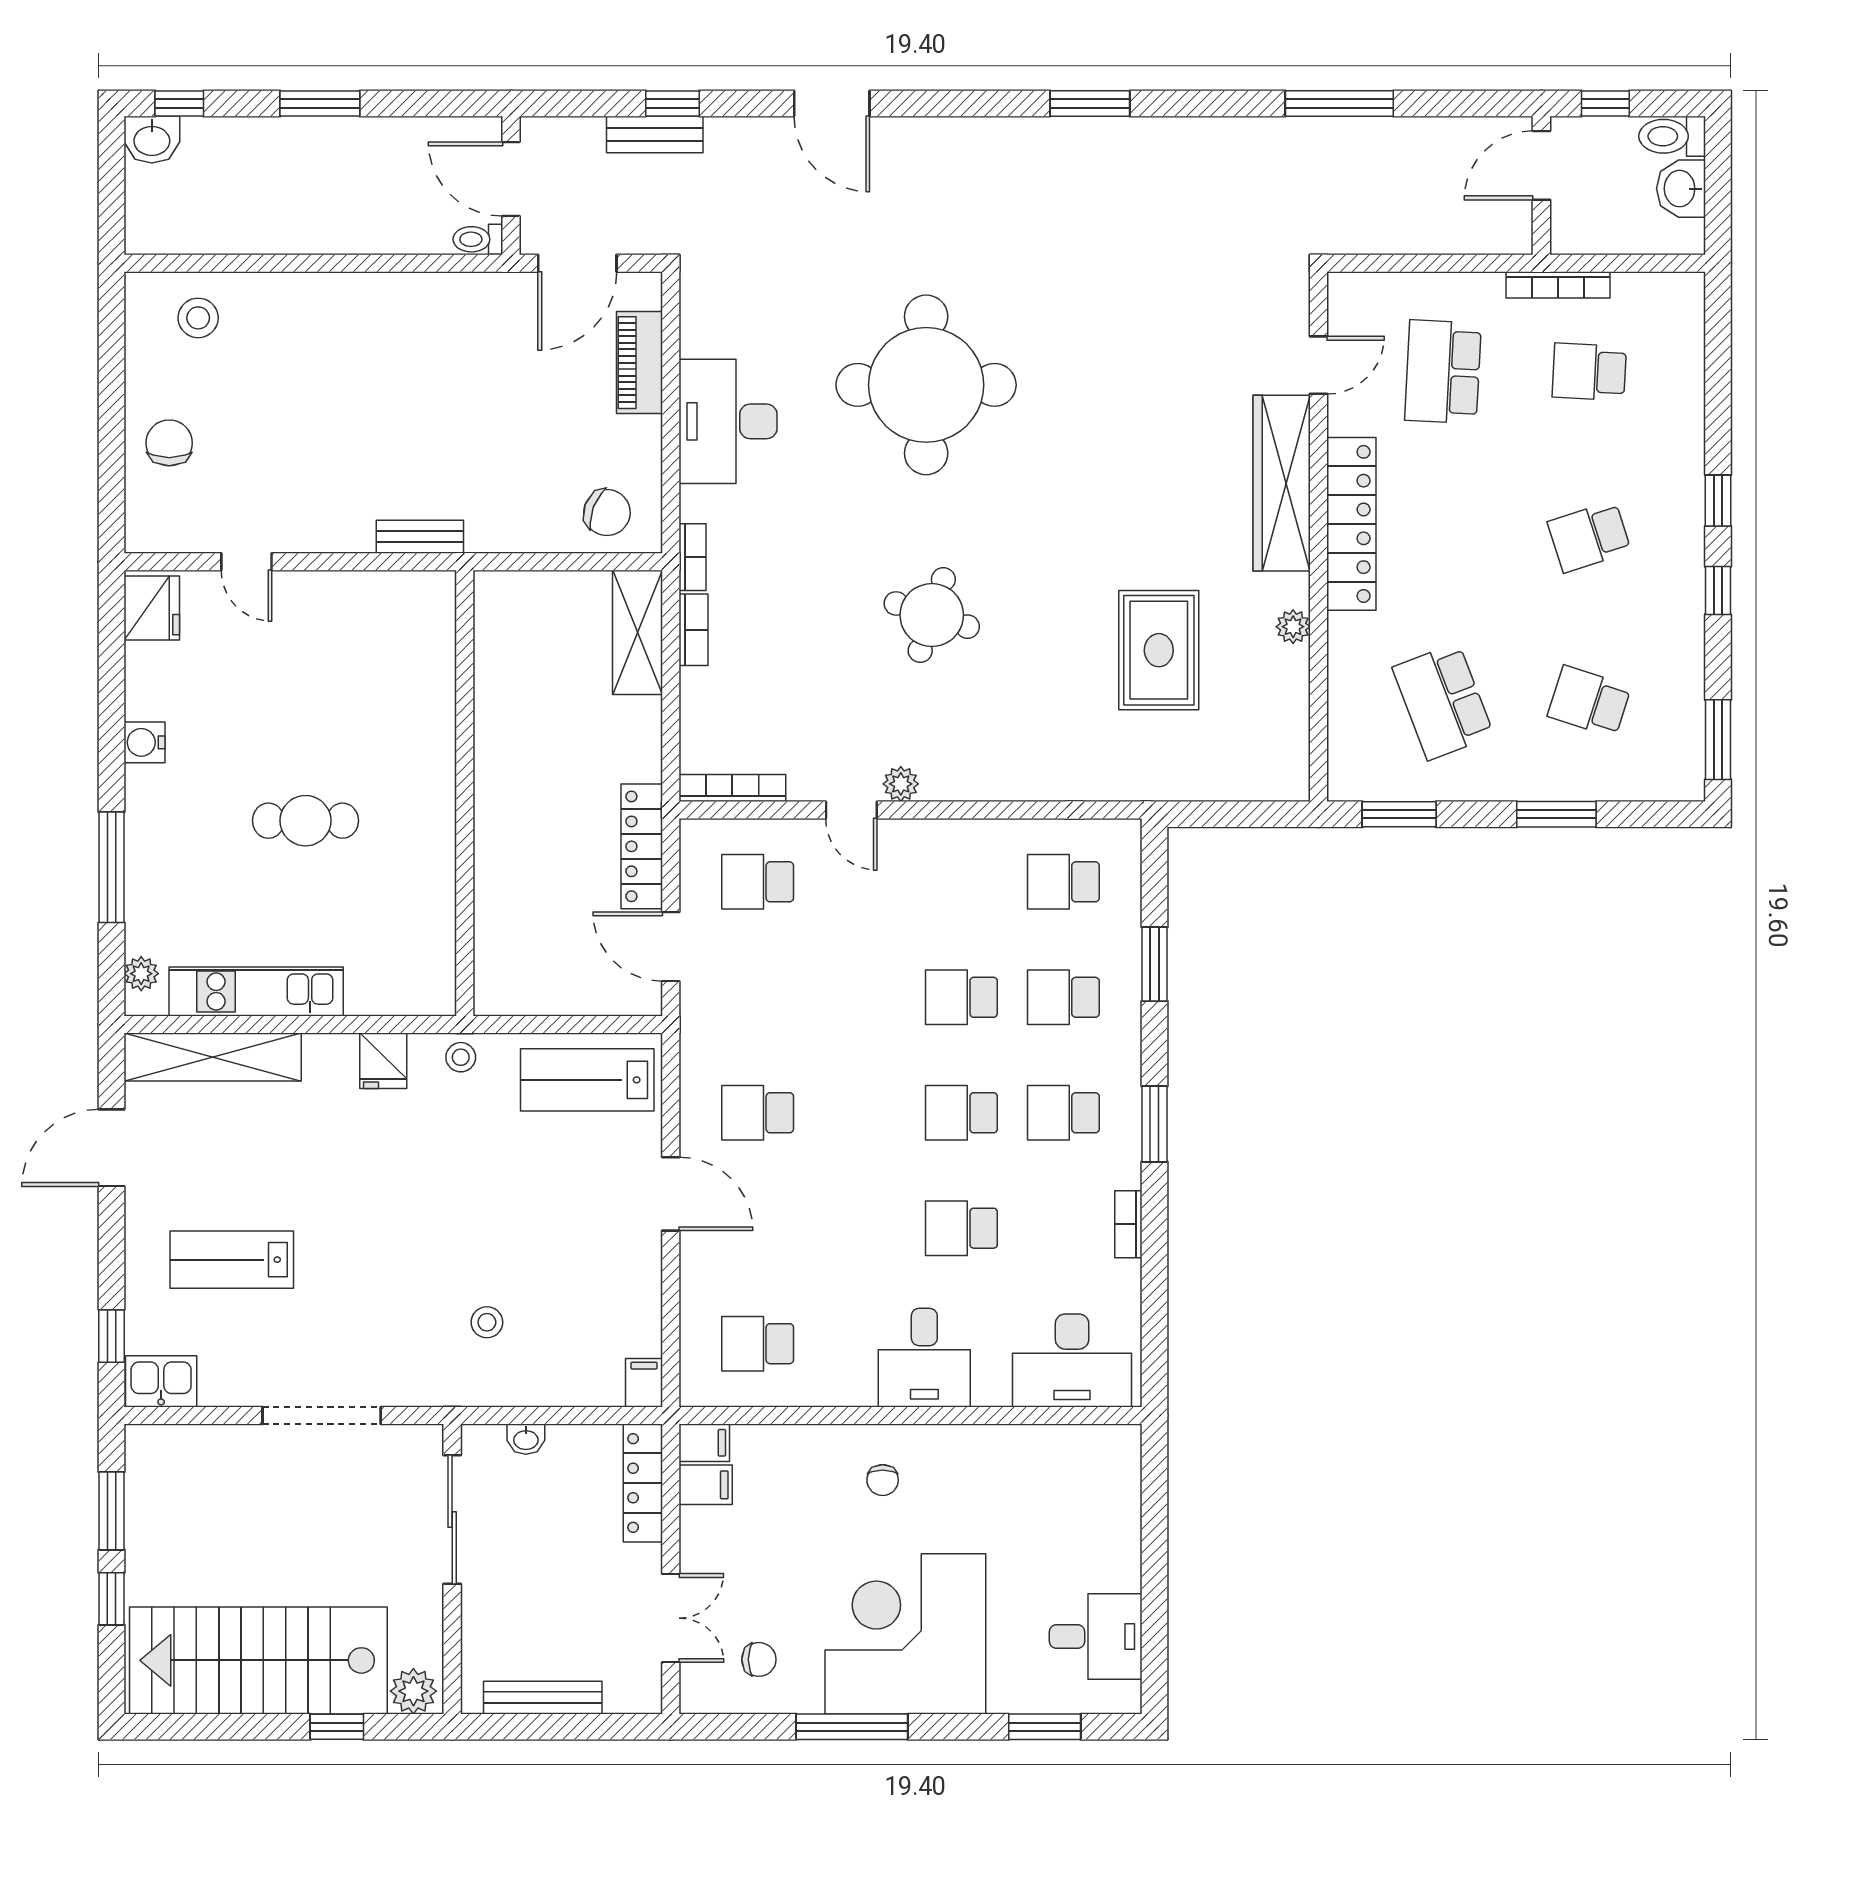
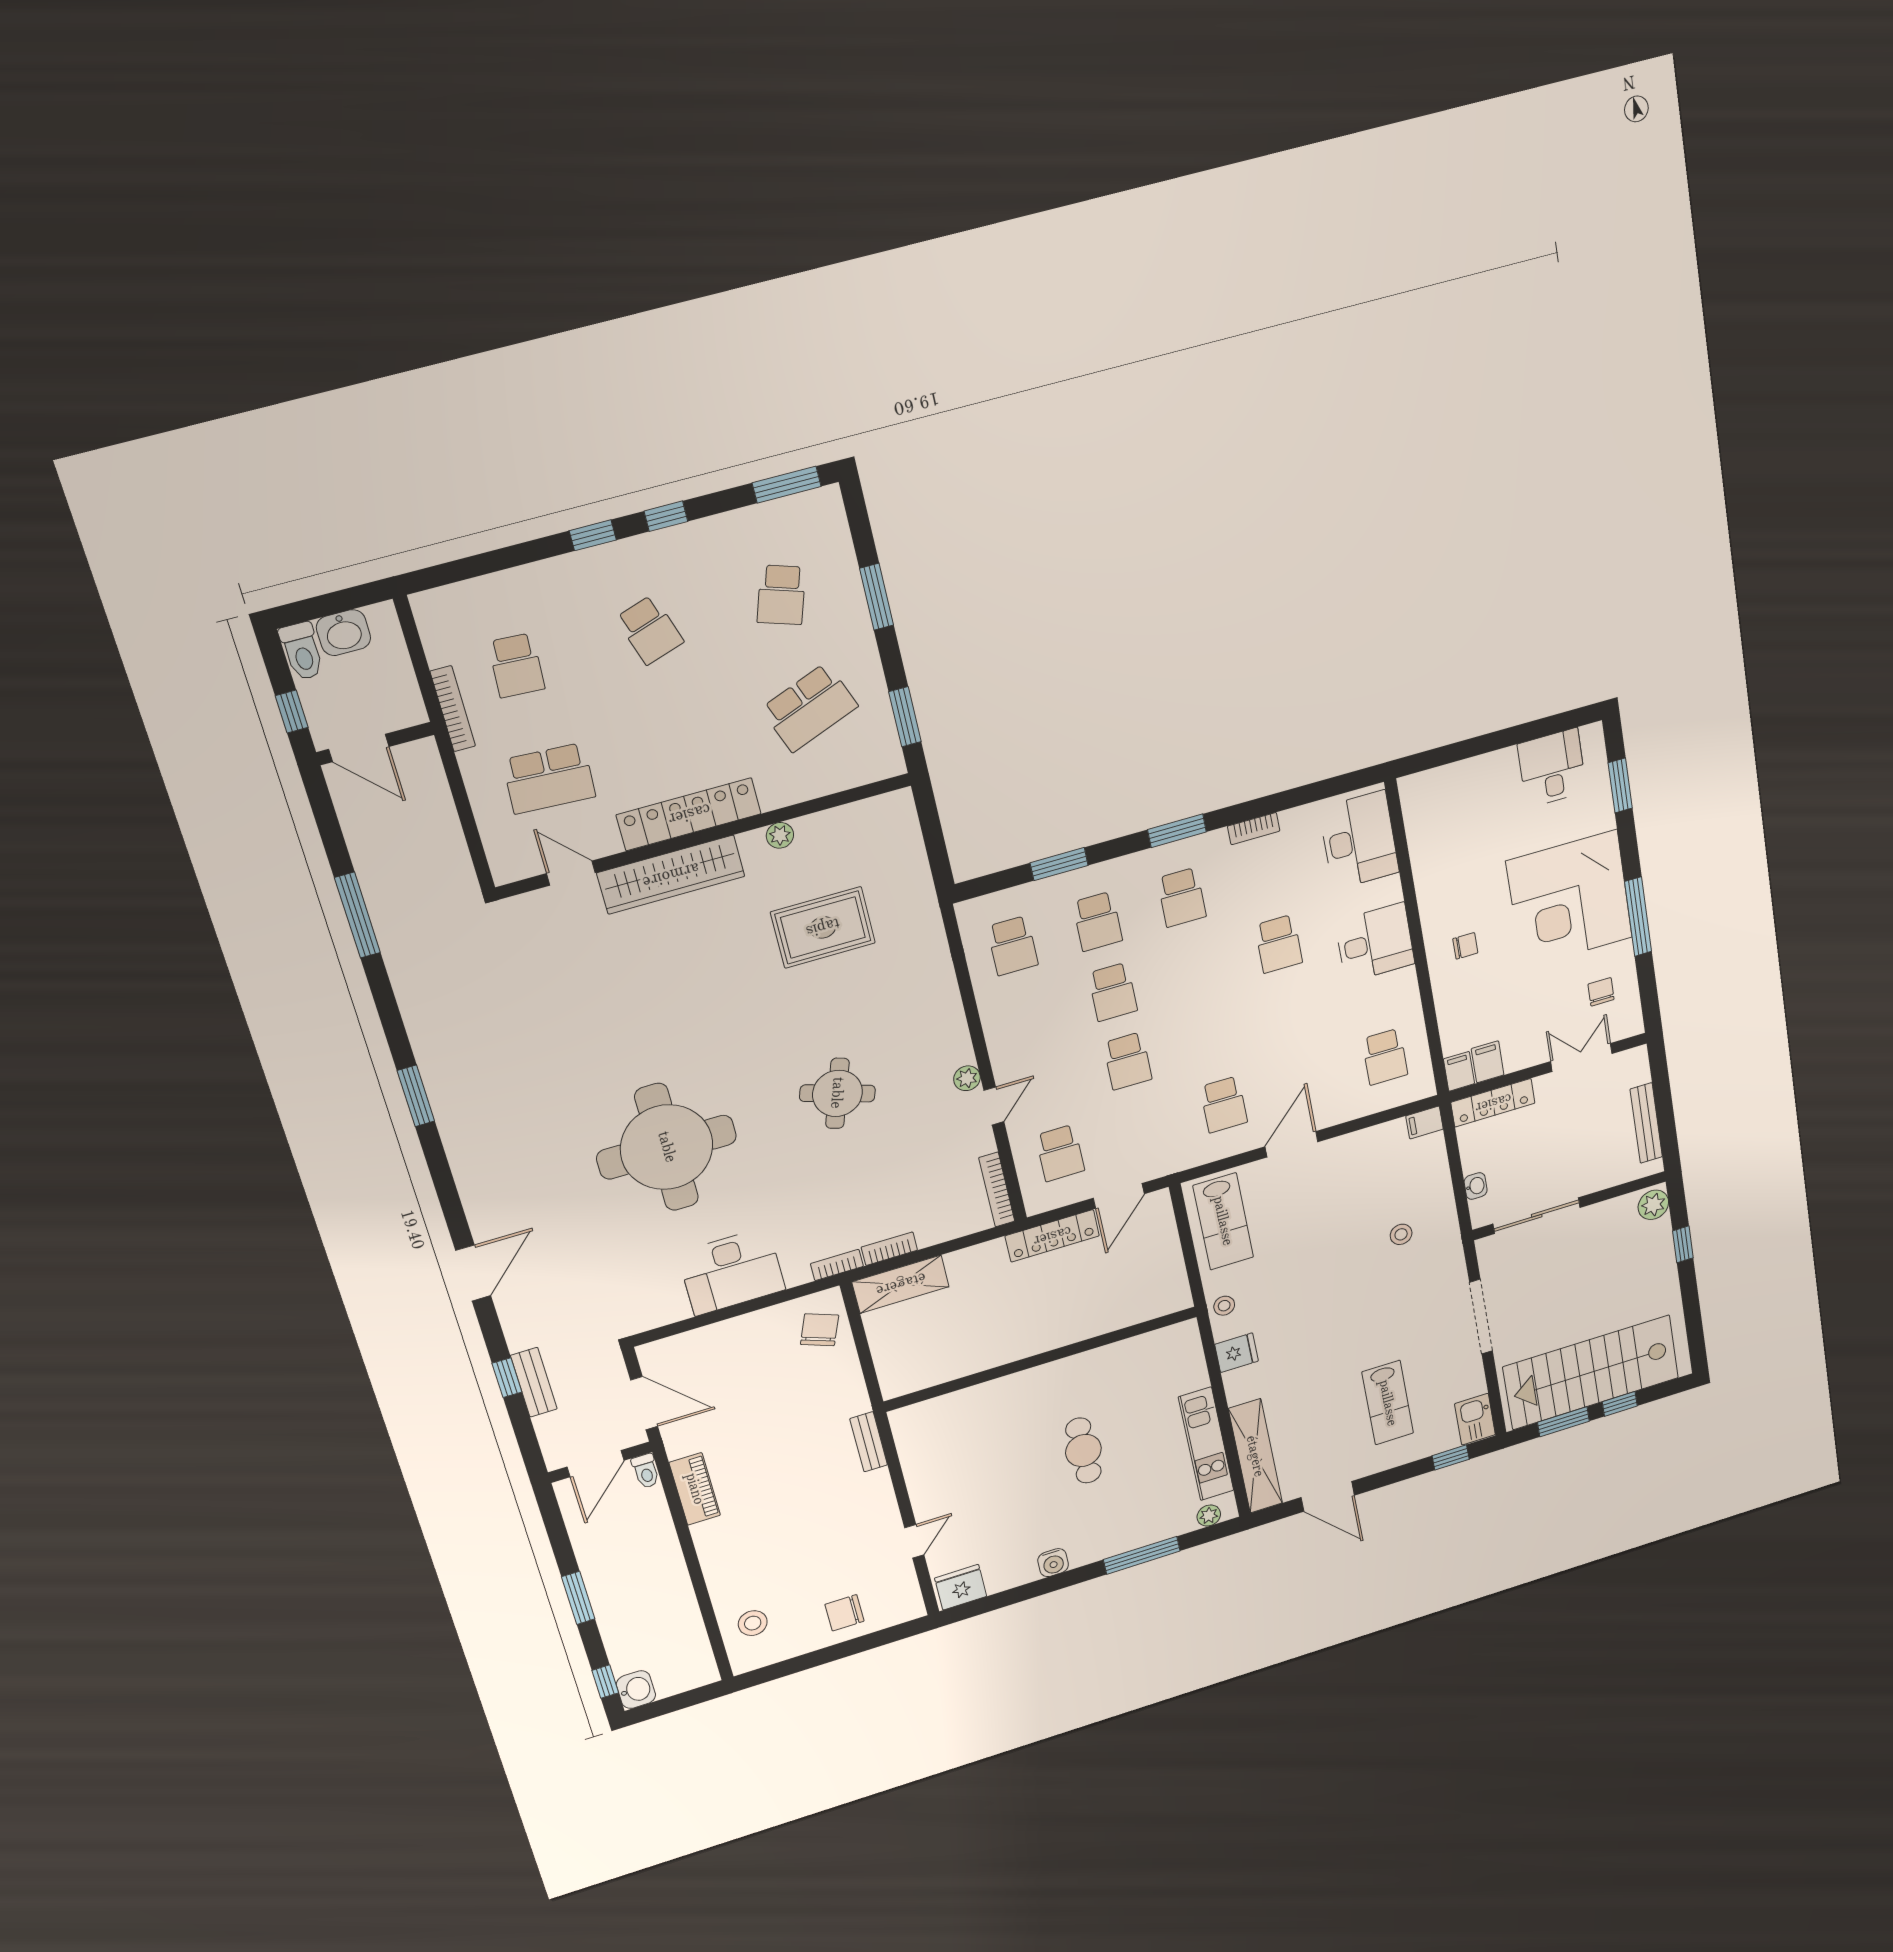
piano: (640, 363) -> (695, 1489), moved, turned -90
school desk: (961, 1113) -> (1128, 1061), moved
stairs: (258, 1660) -> (1591, 1372), moved, turned 90

